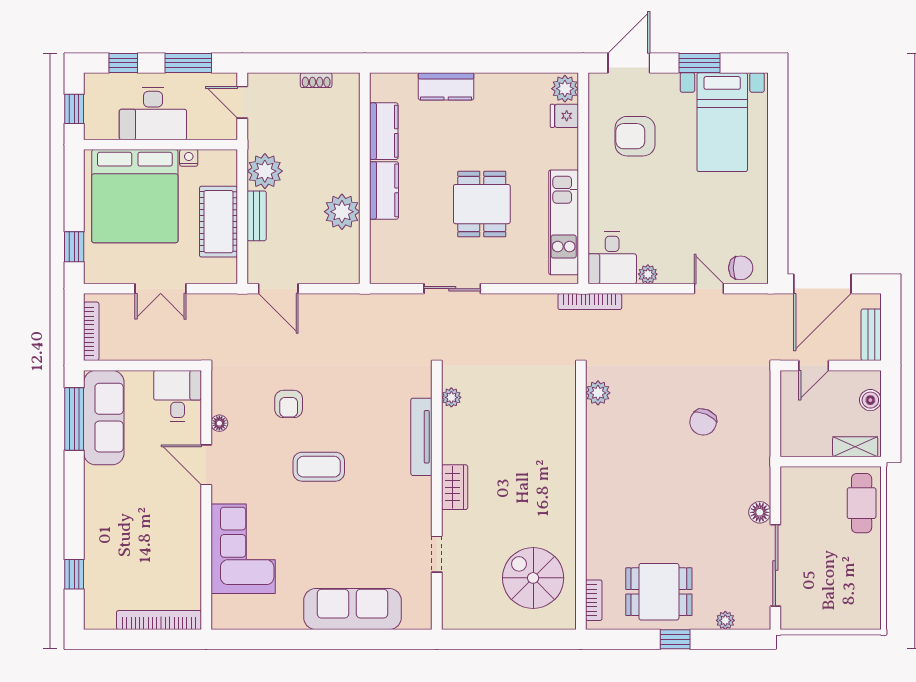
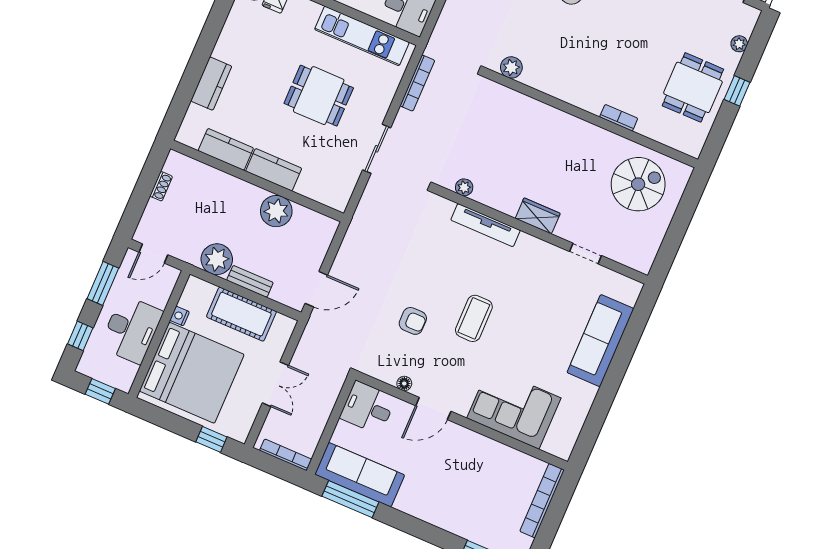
bookcase: (590, 302) -> (417, 83), moved
spiral stairs: (533, 578) -> (638, 184), turned 180
bookcase: (594, 600) -> (619, 118), moved

